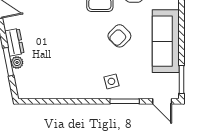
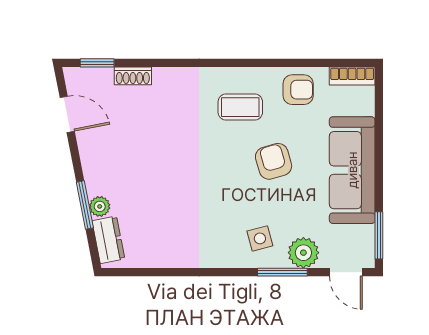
armchair: (119, 36) -> (274, 161), turned 119
dresser: (14, 42) -> (108, 240), moved
plant: (137, 90) -> (303, 253), added

